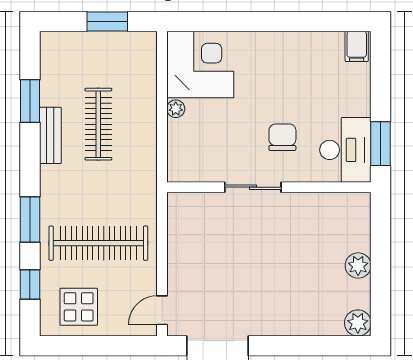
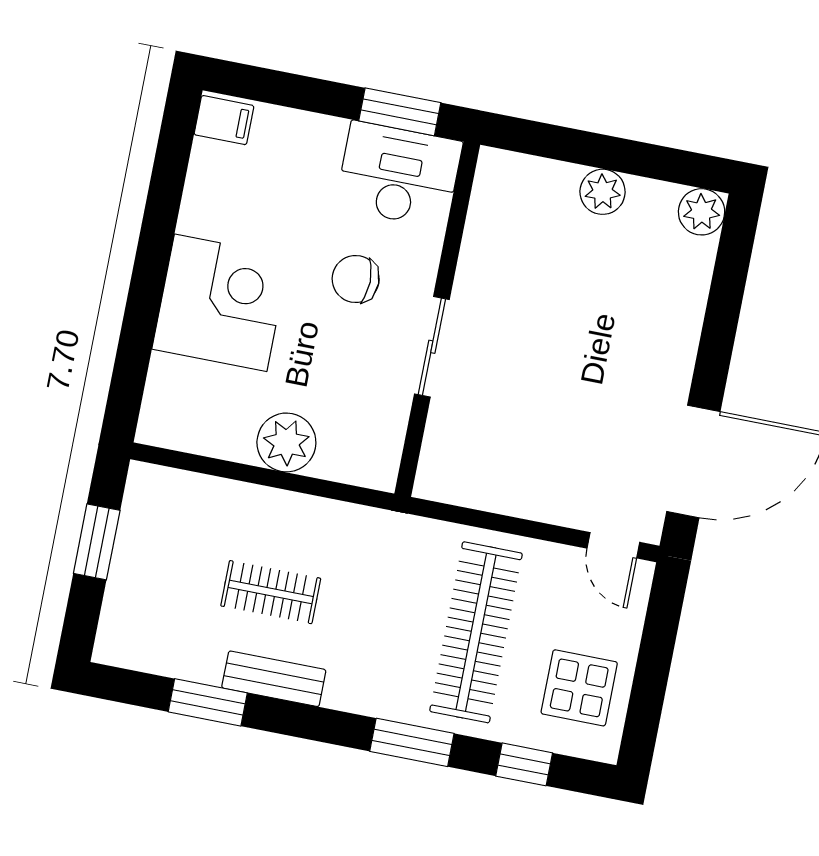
corner desk: (200, 65) -> (221, 303), moved, turned 90
plant: (176, 109) -> (286, 442), width x1.87, depth x1.87
clothes rail: (98, 124) -> (271, 592), width x0.73

